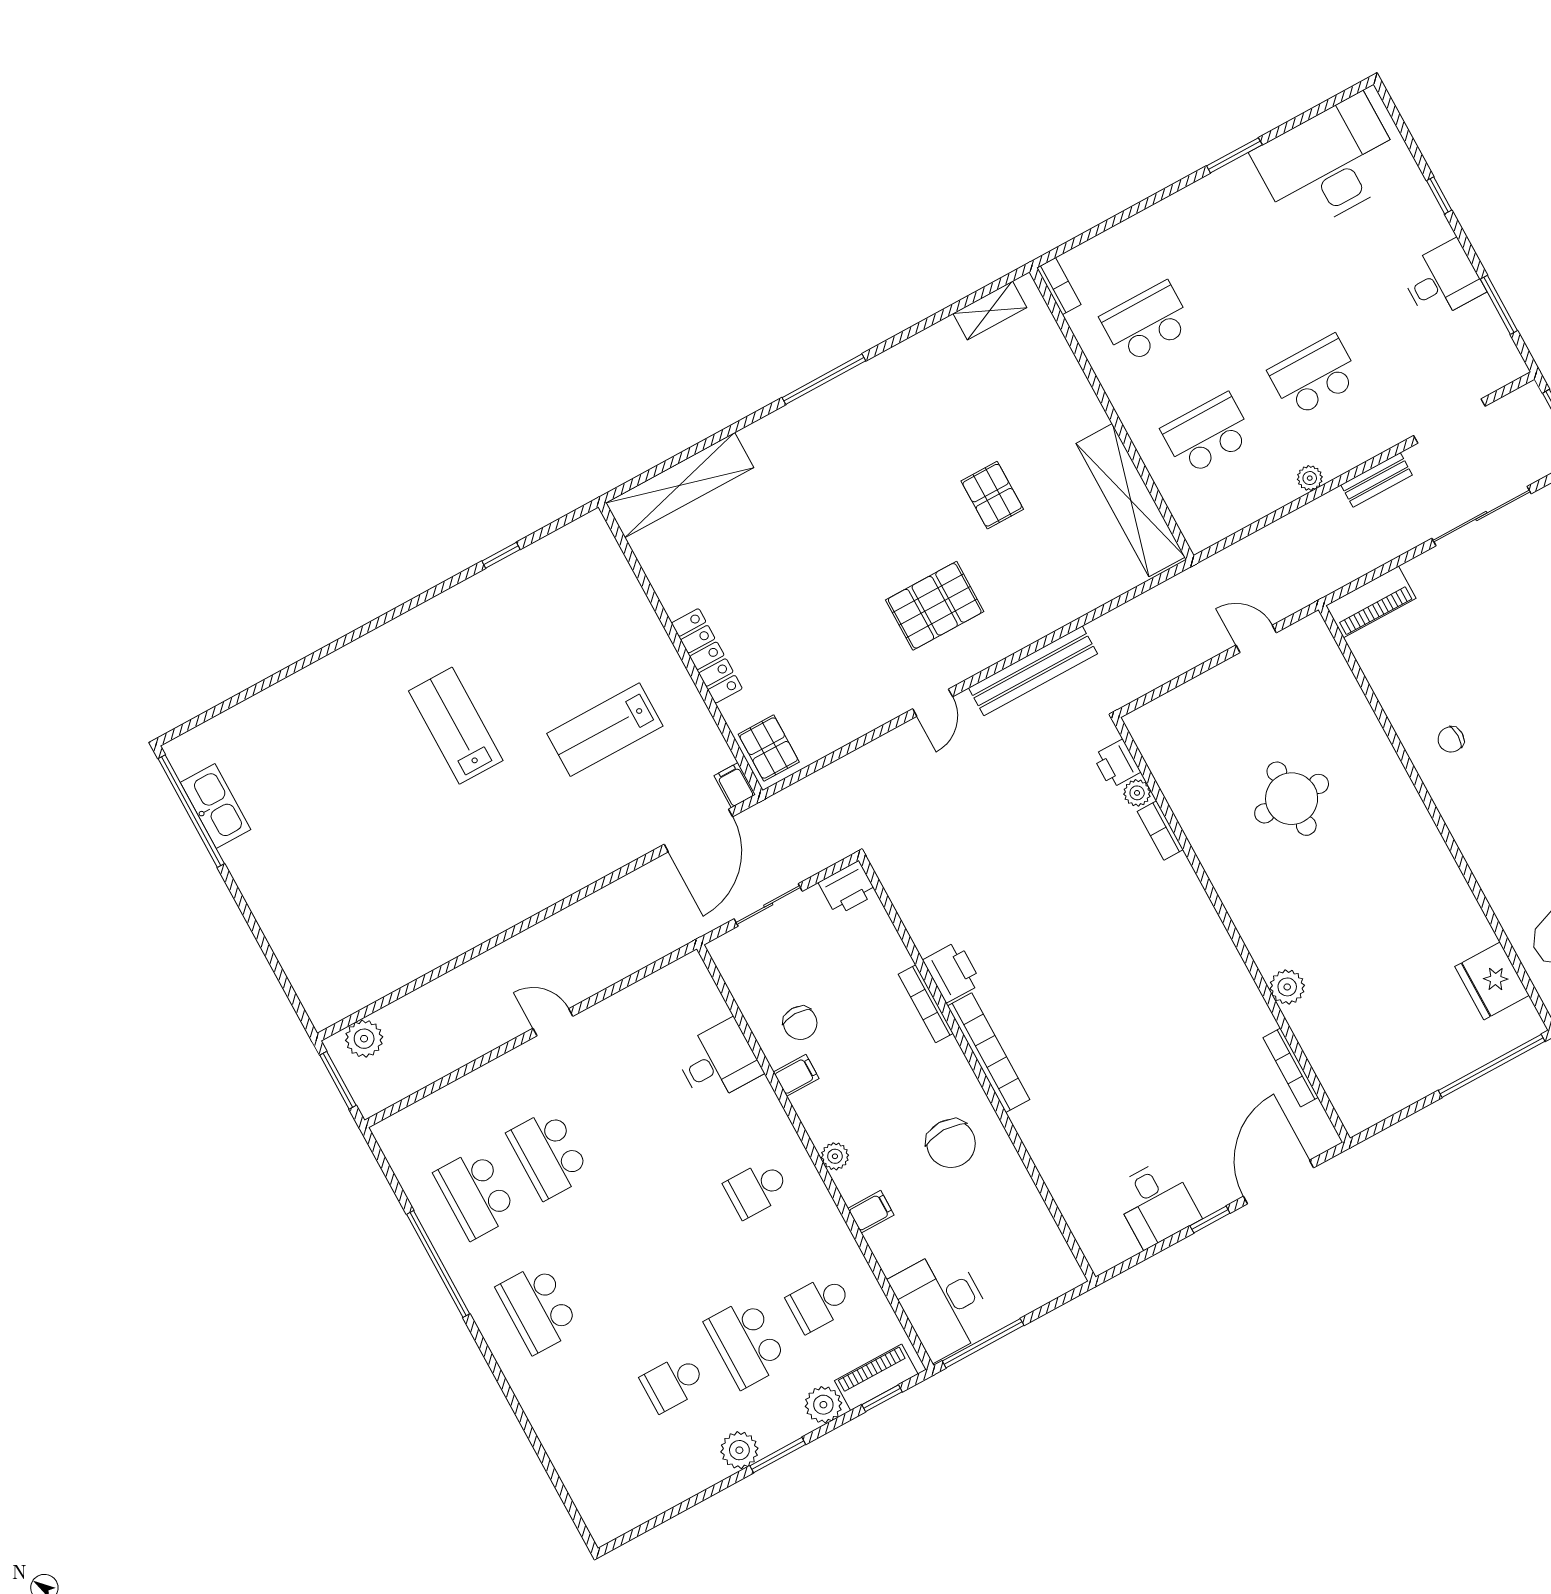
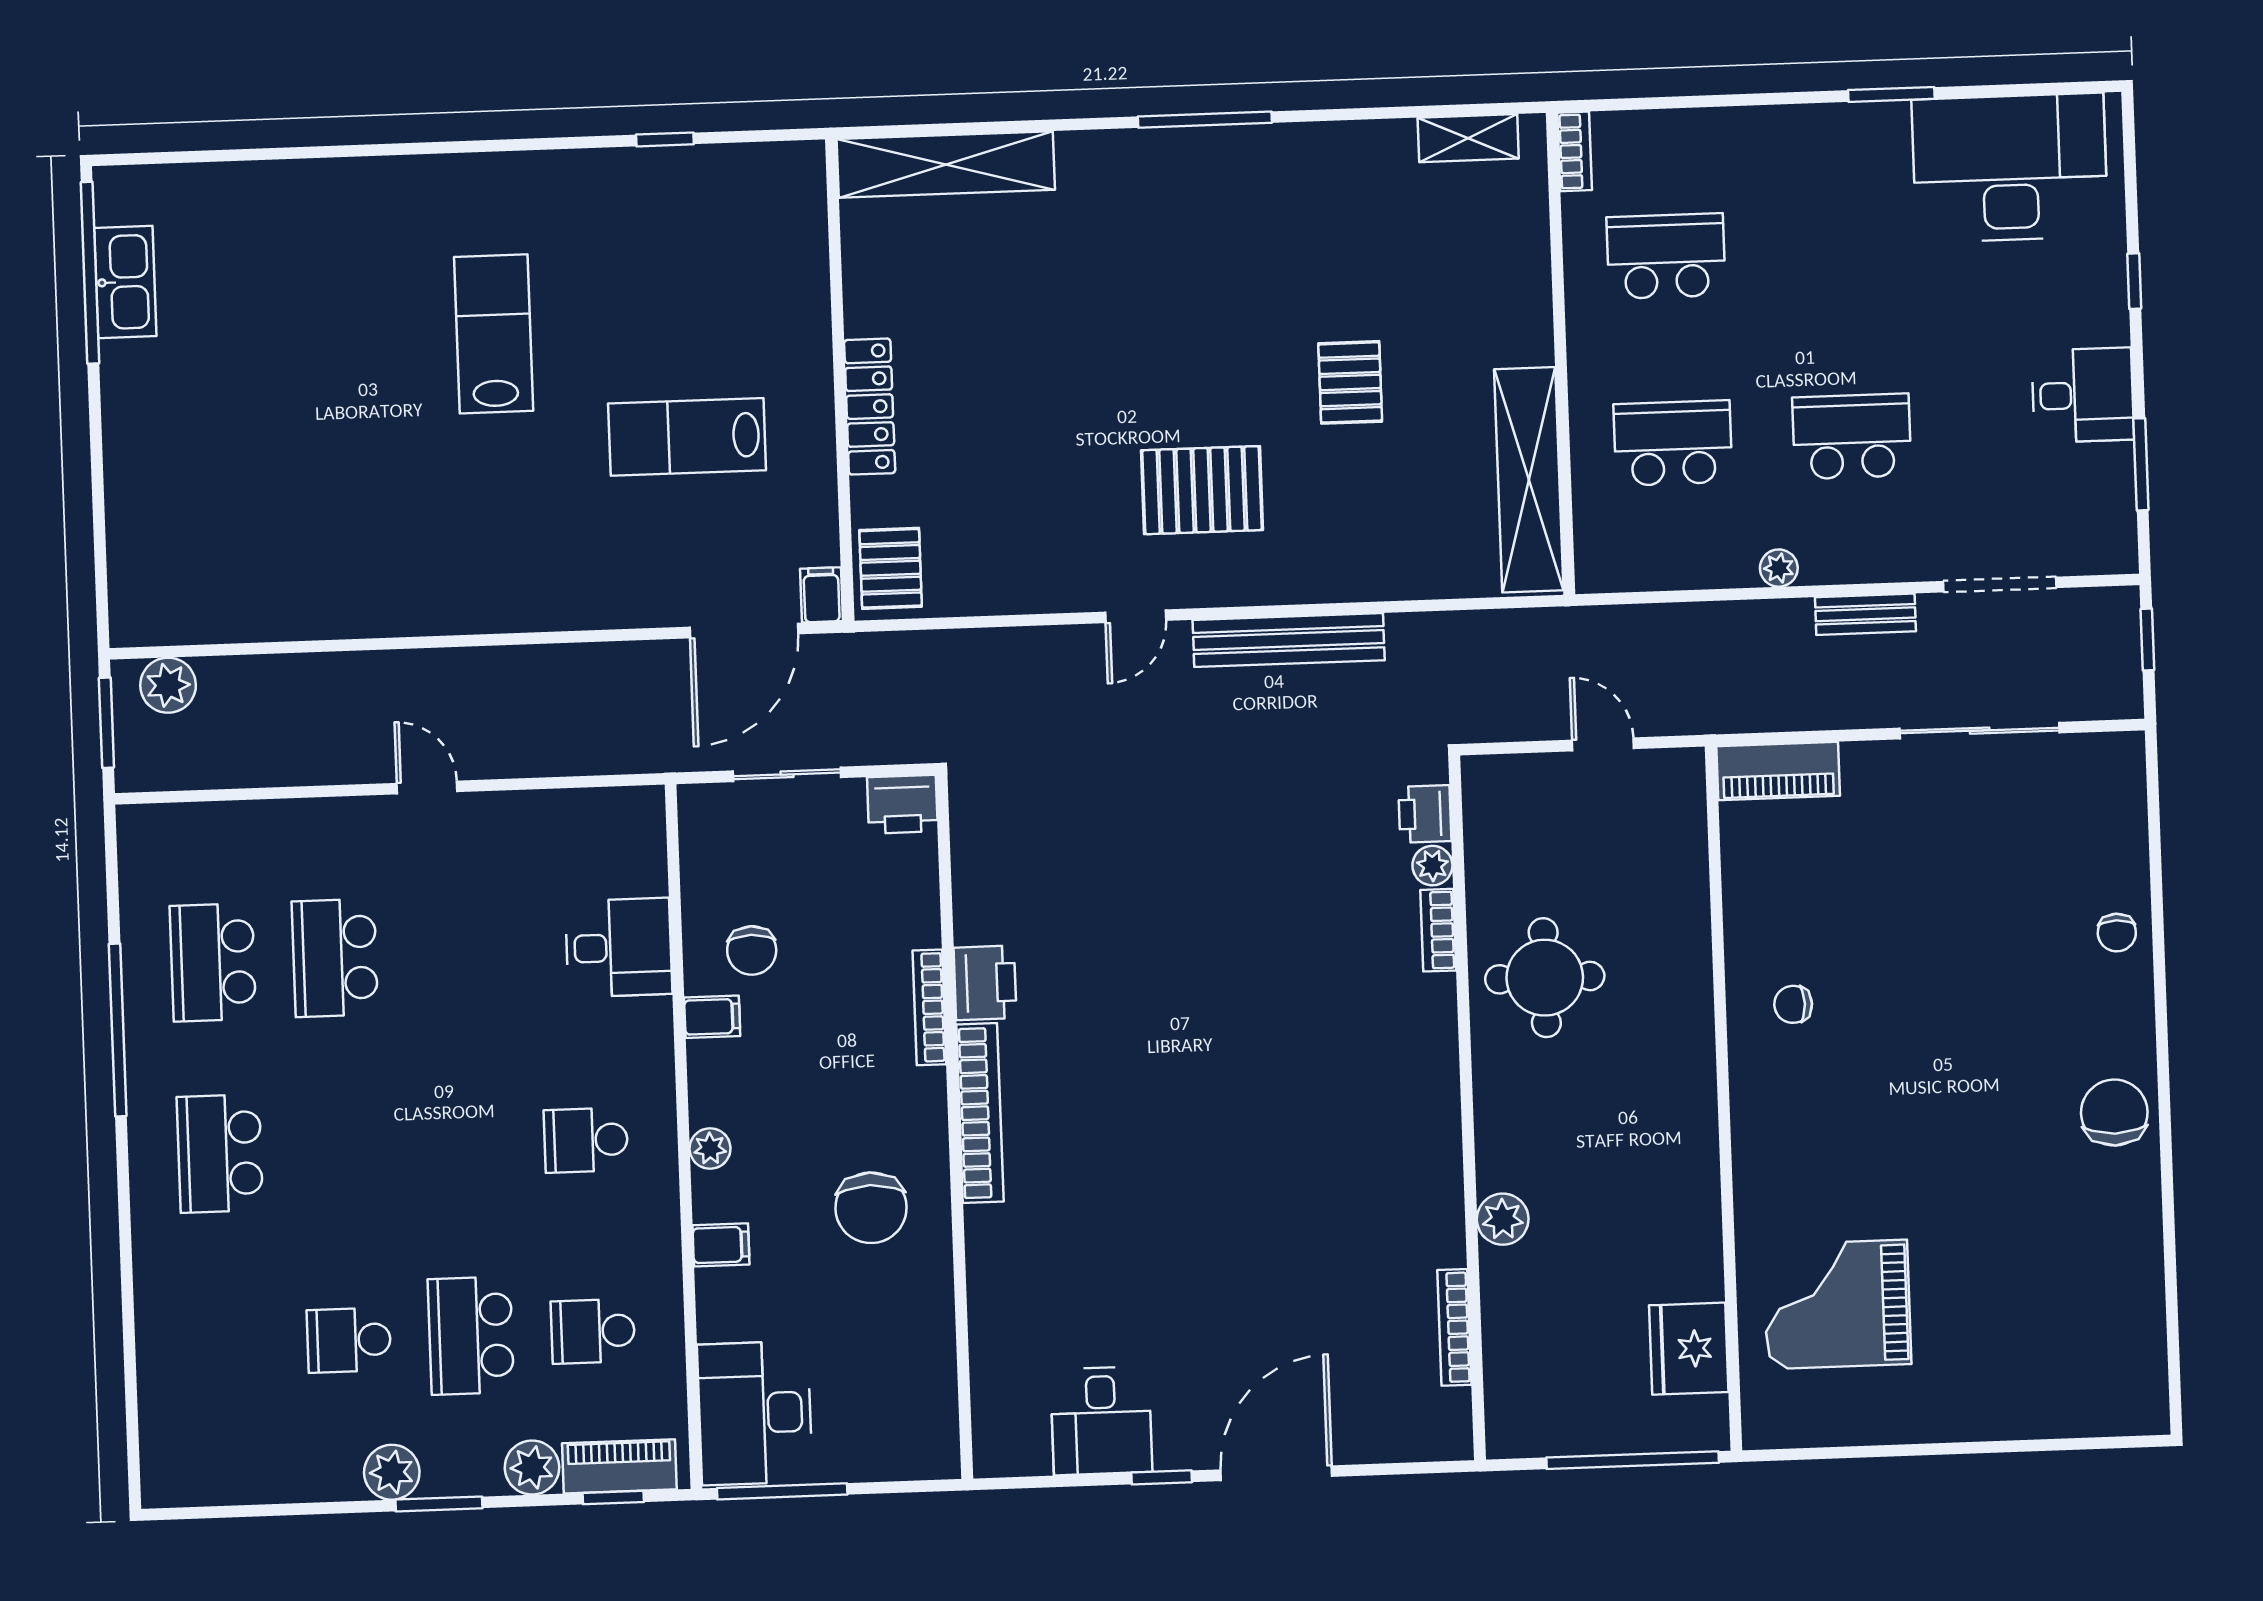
printer: (1117, 764) -> (1425, 814), moved
plant: (1137, 793) -> (1432, 866), moved
bookcase: (1160, 830) -> (1438, 930), moved
wall: (1232, 930) -> (1467, 1108), moved
plant: (1287, 987) -> (1503, 1219), moved
bookcase: (1291, 1068) -> (1454, 1327), moved

